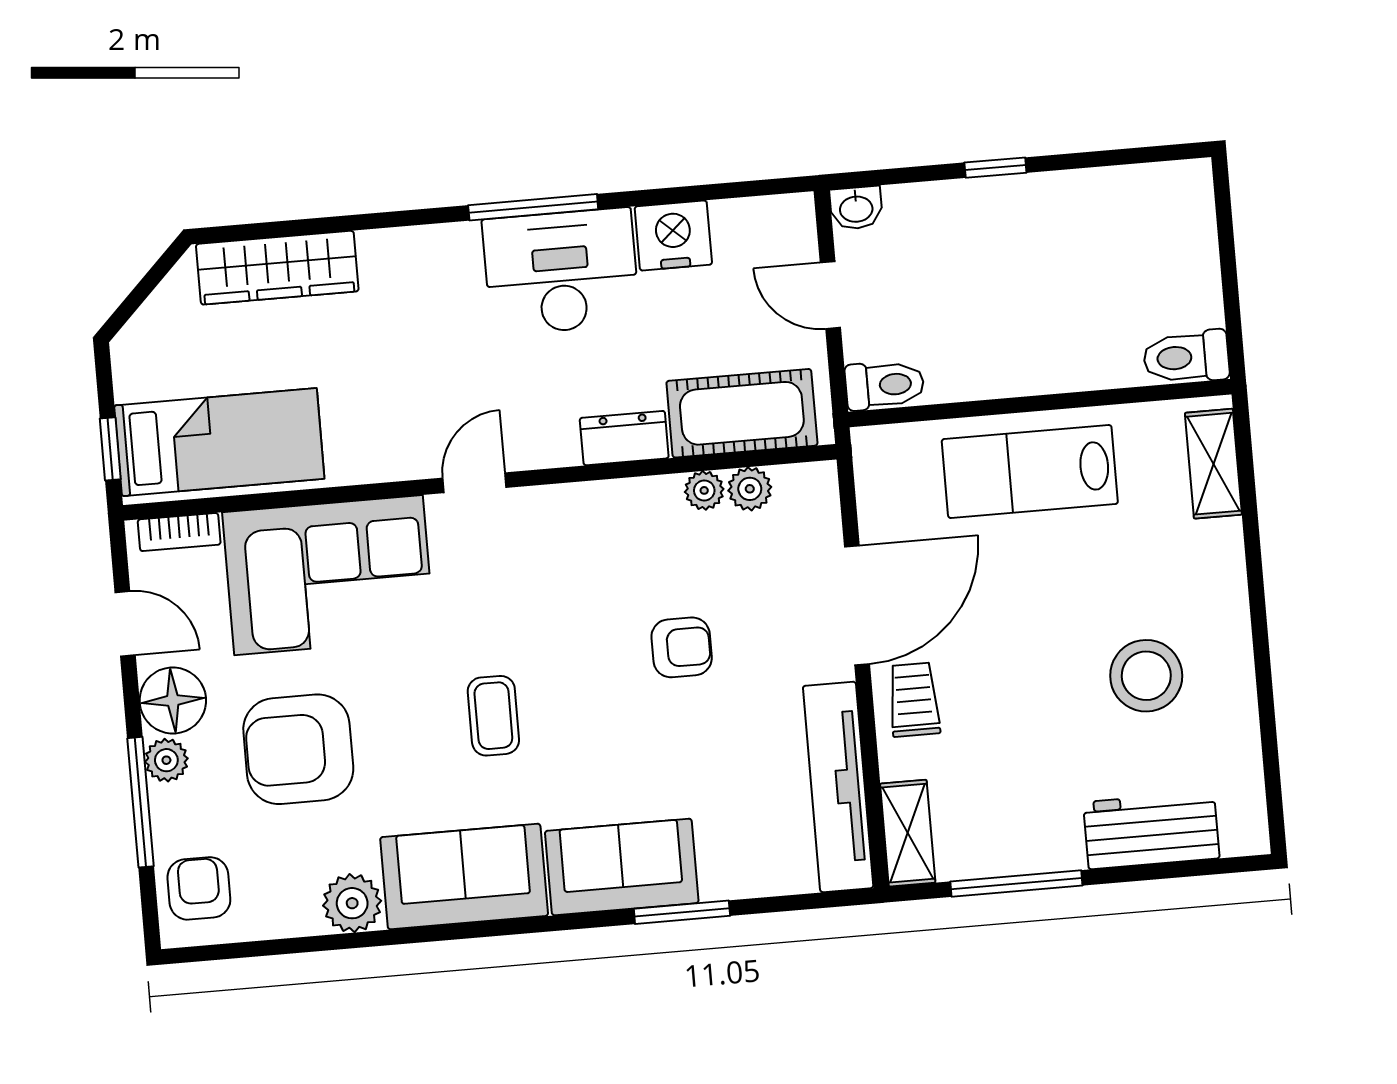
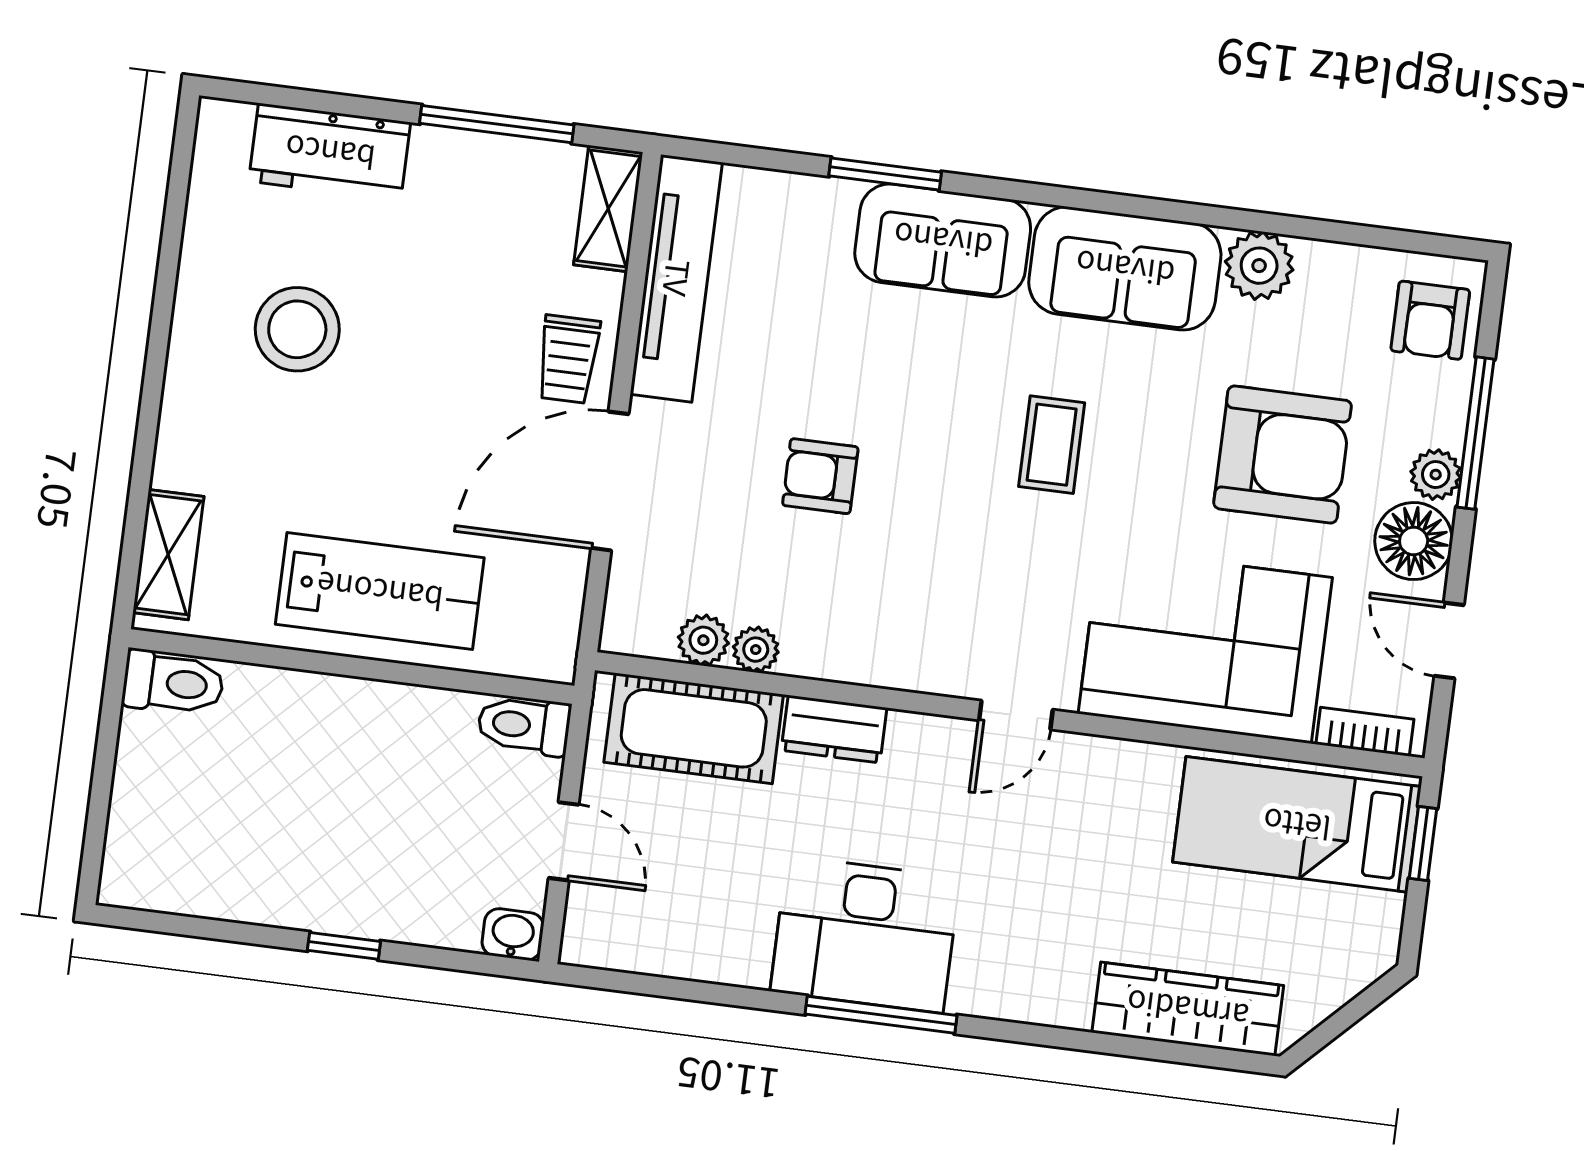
nightstand: (673, 236) -> (728, 948), removed

